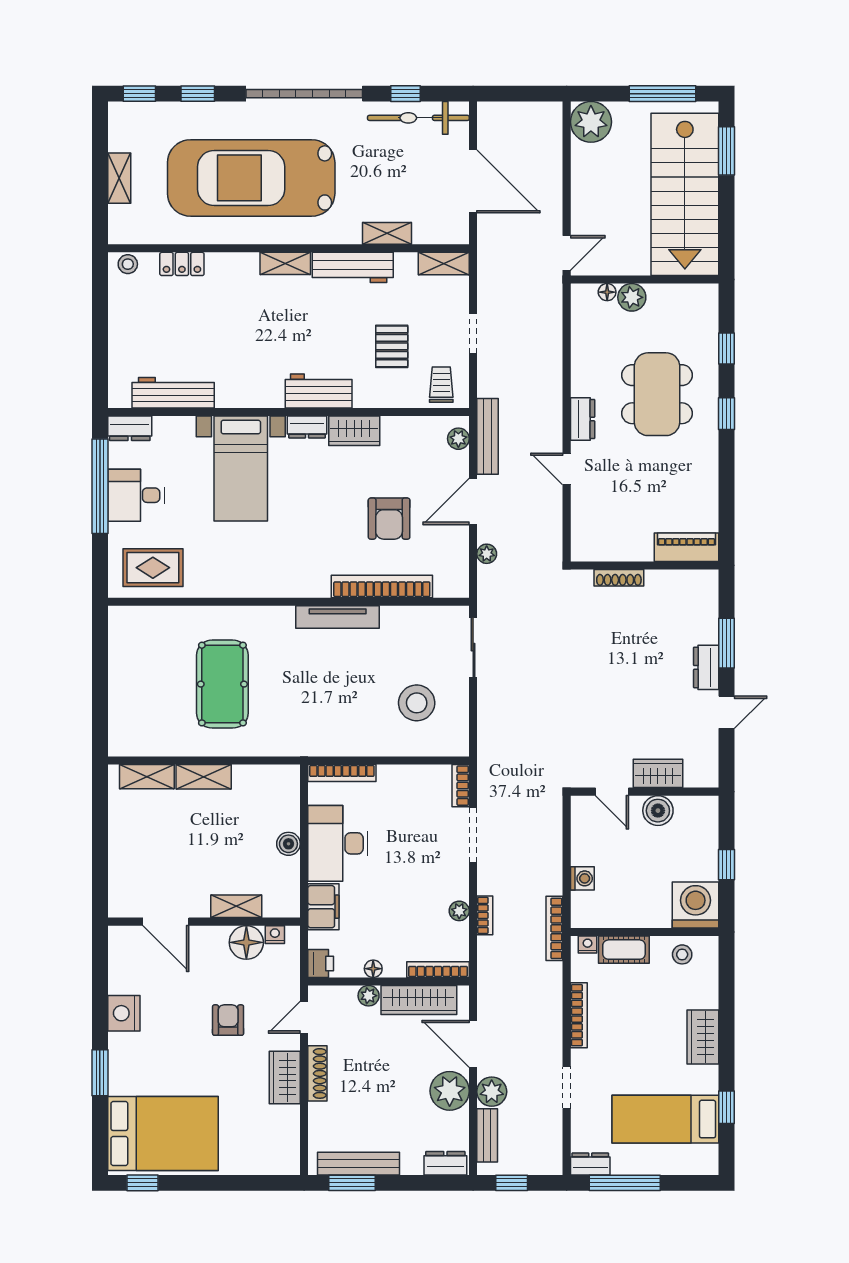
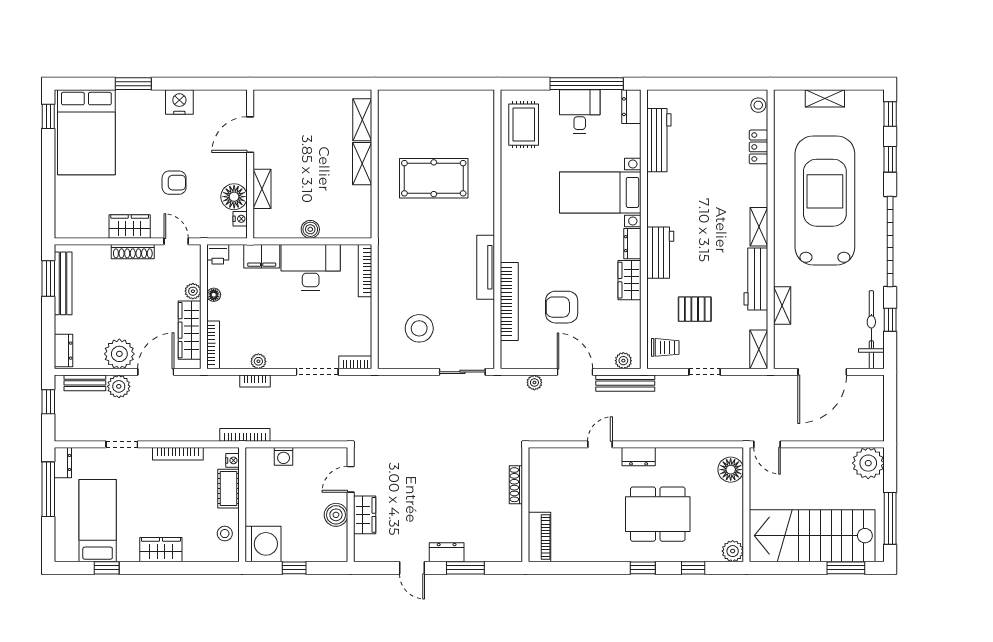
floor lamp: (607, 292) -> (731, 470), width x1.89, depth x1.89
plant: (632, 297) -> (733, 551), moved

